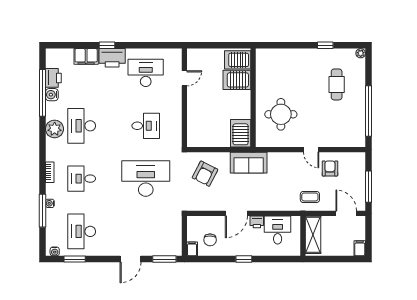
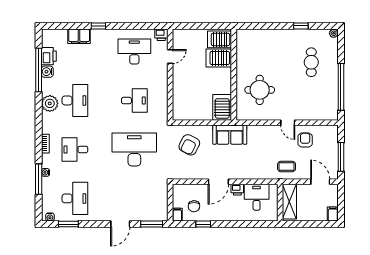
printer: (112, 58) -> (161, 35), moved, width x0.53, depth x0.68
desk: (82, 126) -> (75, 100), turned 180
desk: (82, 231) -> (75, 198), turned 180
window: (244, 259) -> (203, 224), moved

